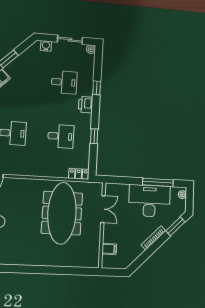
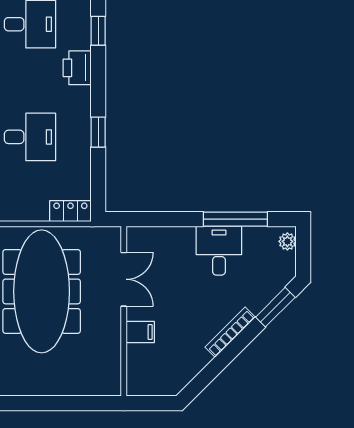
desk: (149, 201) -> (219, 251), width x0.53, depth x0.77
filing cabinet: (109, 249) -> (140, 332), moved

